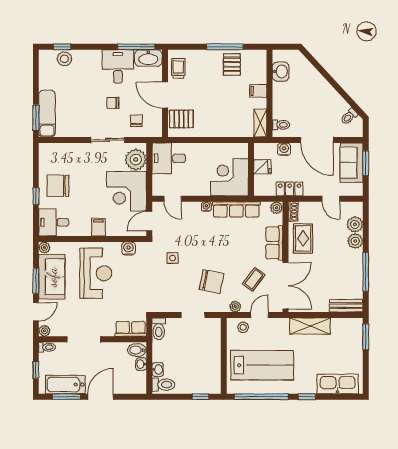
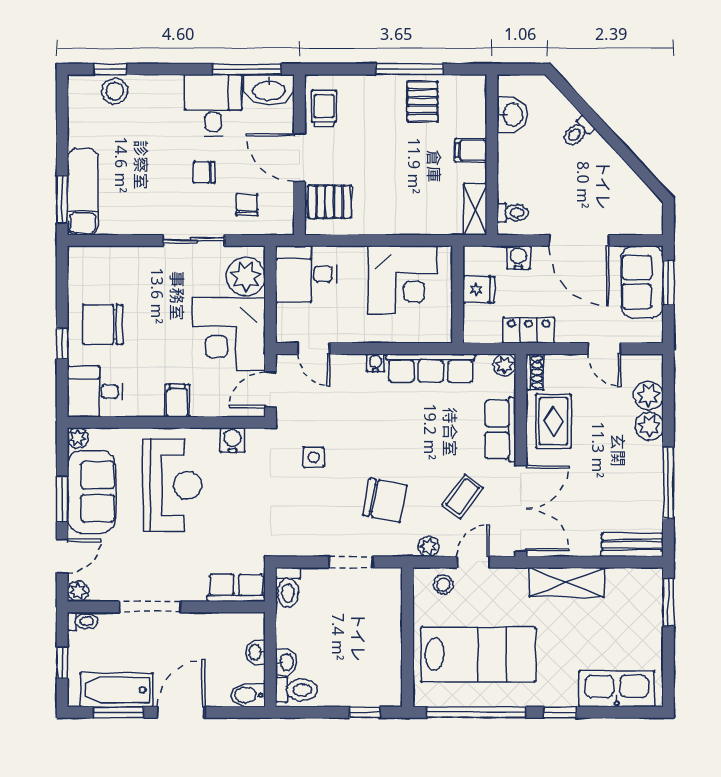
toilet: (349, 117) -> (578, 132), moved
corner desk: (229, 177) -> (402, 280), moved, turned 180
bidet: (137, 350) -> (248, 695), moved

